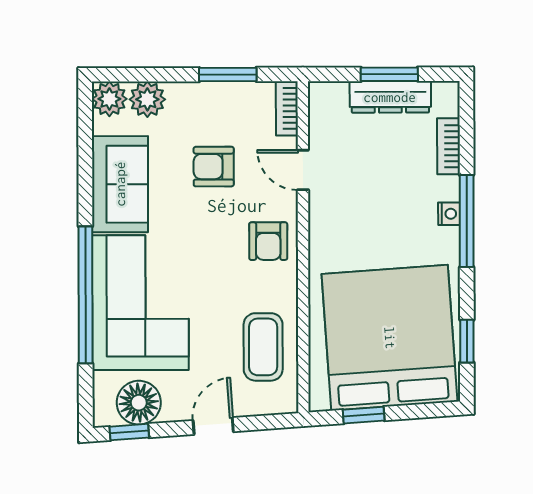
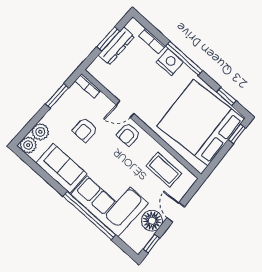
door: (303, 170) -> (125, 109), moved
nightstand: (449, 214) -> (170, 62), width x1.89, depth x1.79
armchair: (268, 241) -> (128, 134), turned 90
floor lamp: (139, 403) -> (152, 221), moved
window: (364, 415) -> (237, 134), moved

